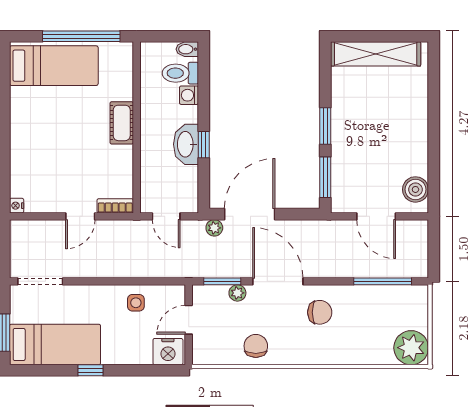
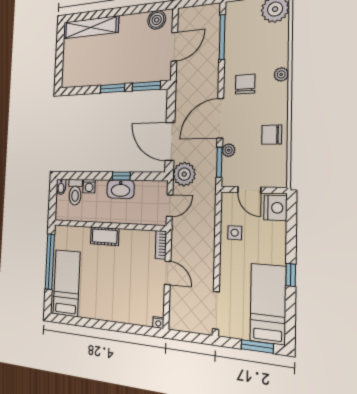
shelving: (376, 54) -> (90, 27), moved, turned 90
plant: (214, 228) -> (184, 174), width x1.88, depth x1.88
plant: (329, 356) -> (281, 74), added

